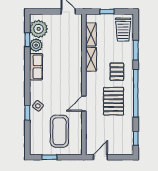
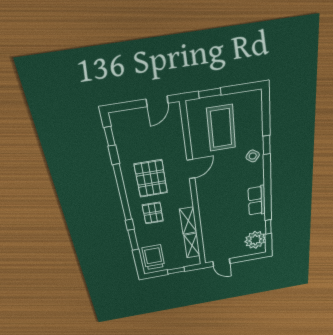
plant: (36, 45) -> (258, 223), removed
window: (49, 157) -> (210, 93), moved

